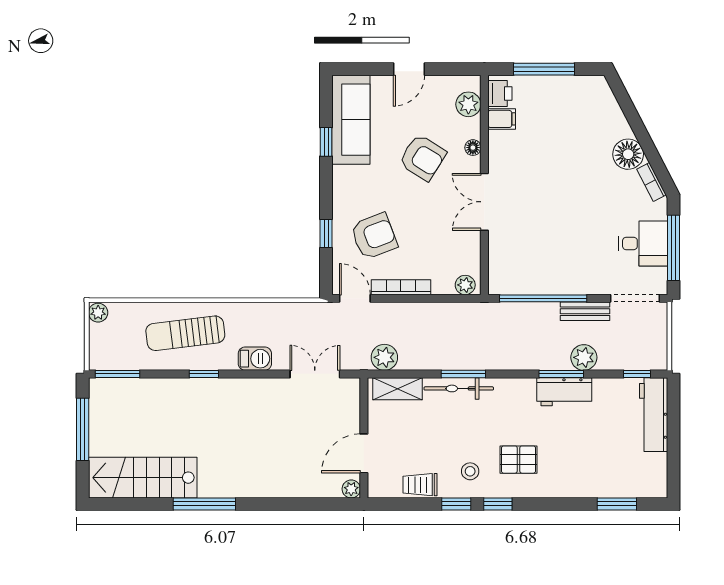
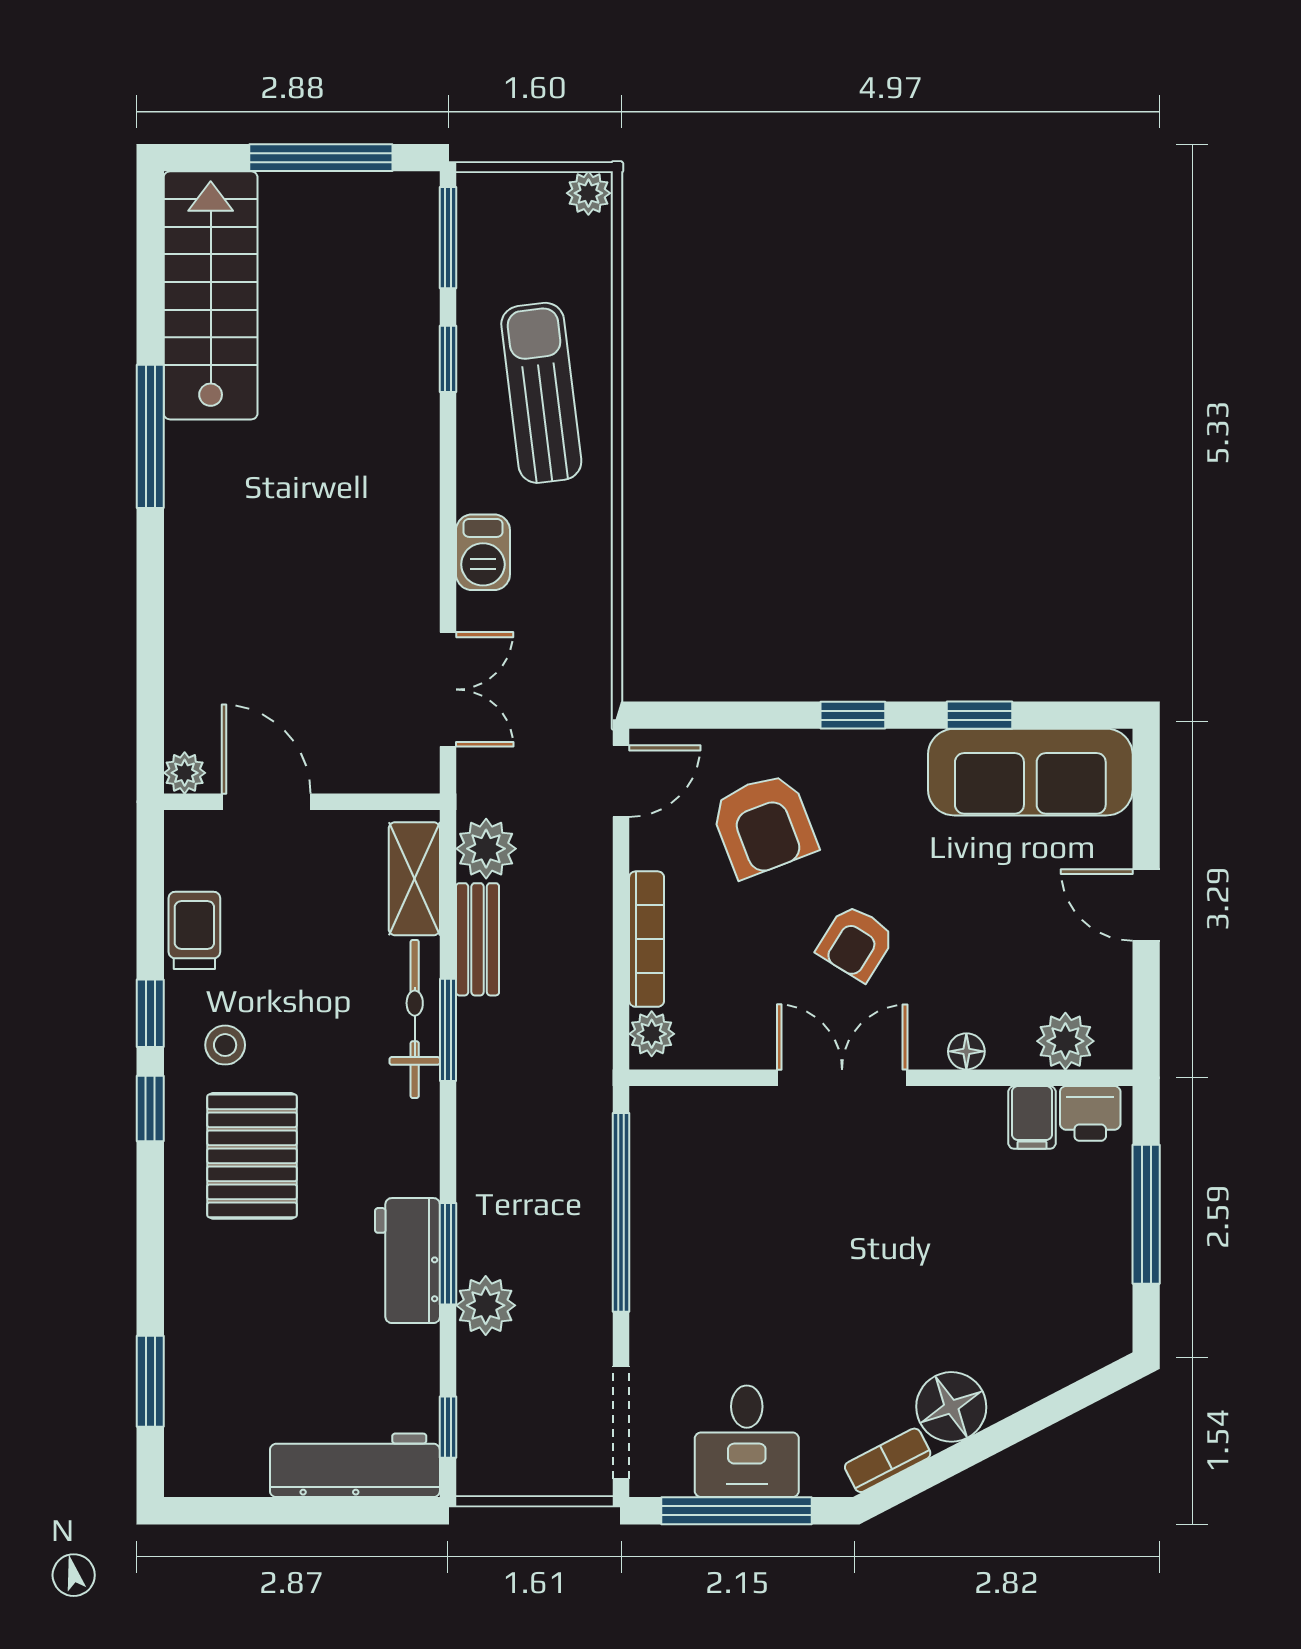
armchair: (423, 158) -> (856, 943), moved, width x0.72, depth x0.72
window: (326, 233) -> (853, 715), moved
bookcase: (401, 287) -> (647, 939), moved
bench: (585, 311) -> (478, 939), moved
window: (204, 374) -> (448, 359), moved
pallet: (518, 460) -> (252, 1156), width x1.50, depth x1.42

